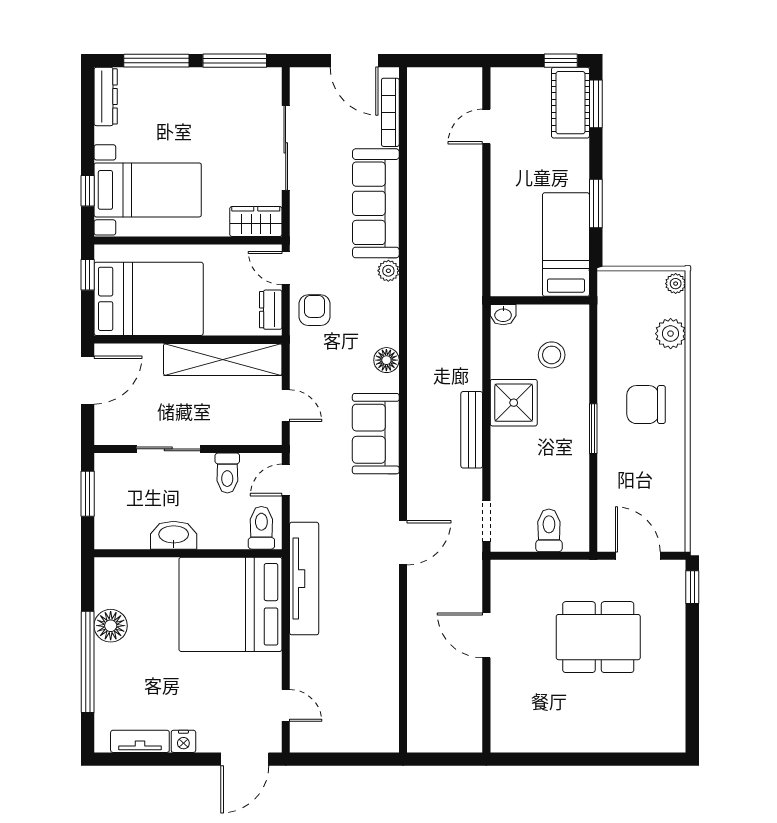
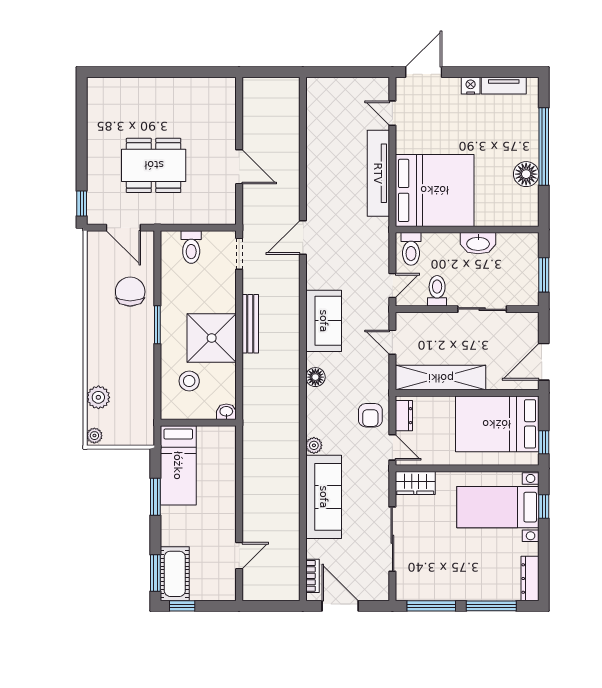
bookcase: (390, 112) -> (312, 576), width x0.64
shower: (514, 403) -> (212, 338), width x1.37, depth x1.37
chair: (646, 405) -> (130, 292), moved, turned -90
tv unit: (304, 579) -> (378, 173), moved

